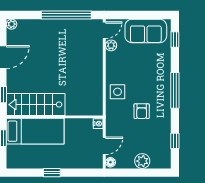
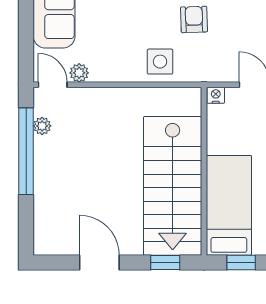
plant: (12, 24) -> (42, 126), moved
stairs: (36, 105) -> (173, 186), width x1.36, depth x1.51
armchair: (142, 111) -> (194, 19), turned -92

